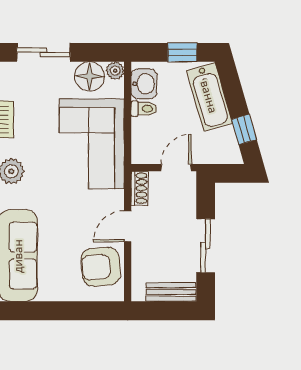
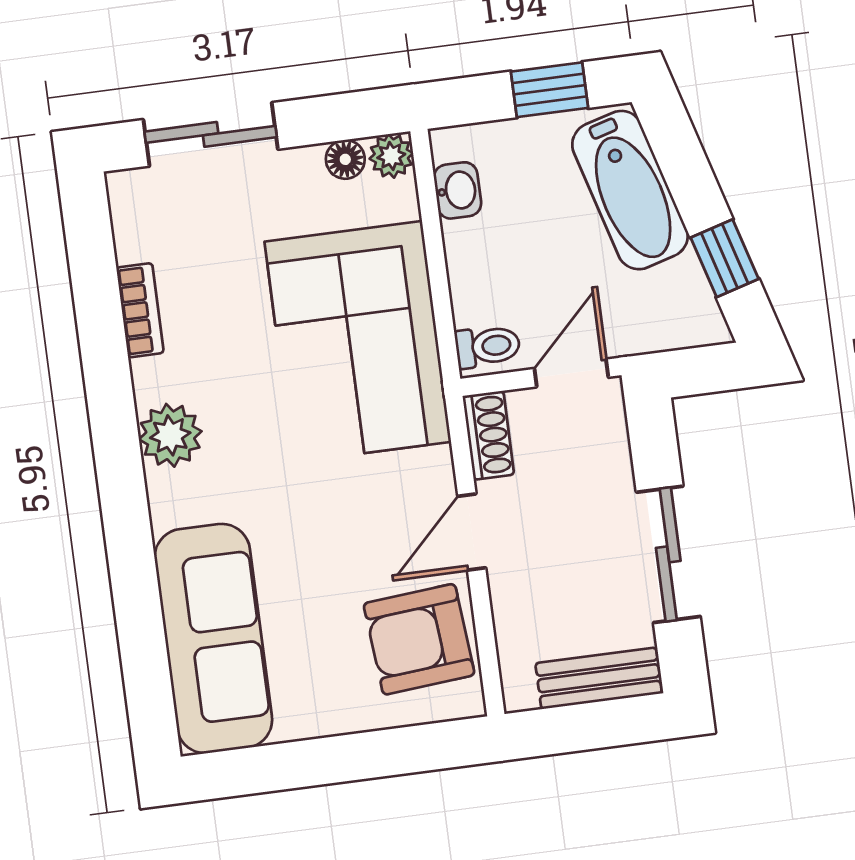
floor lamp: (89, 77) -> (345, 159), width x0.53, depth x0.53
washbasin: (144, 84) -> (458, 190), width x0.72, depth x0.69
toilet: (144, 109) -> (488, 346), moved

